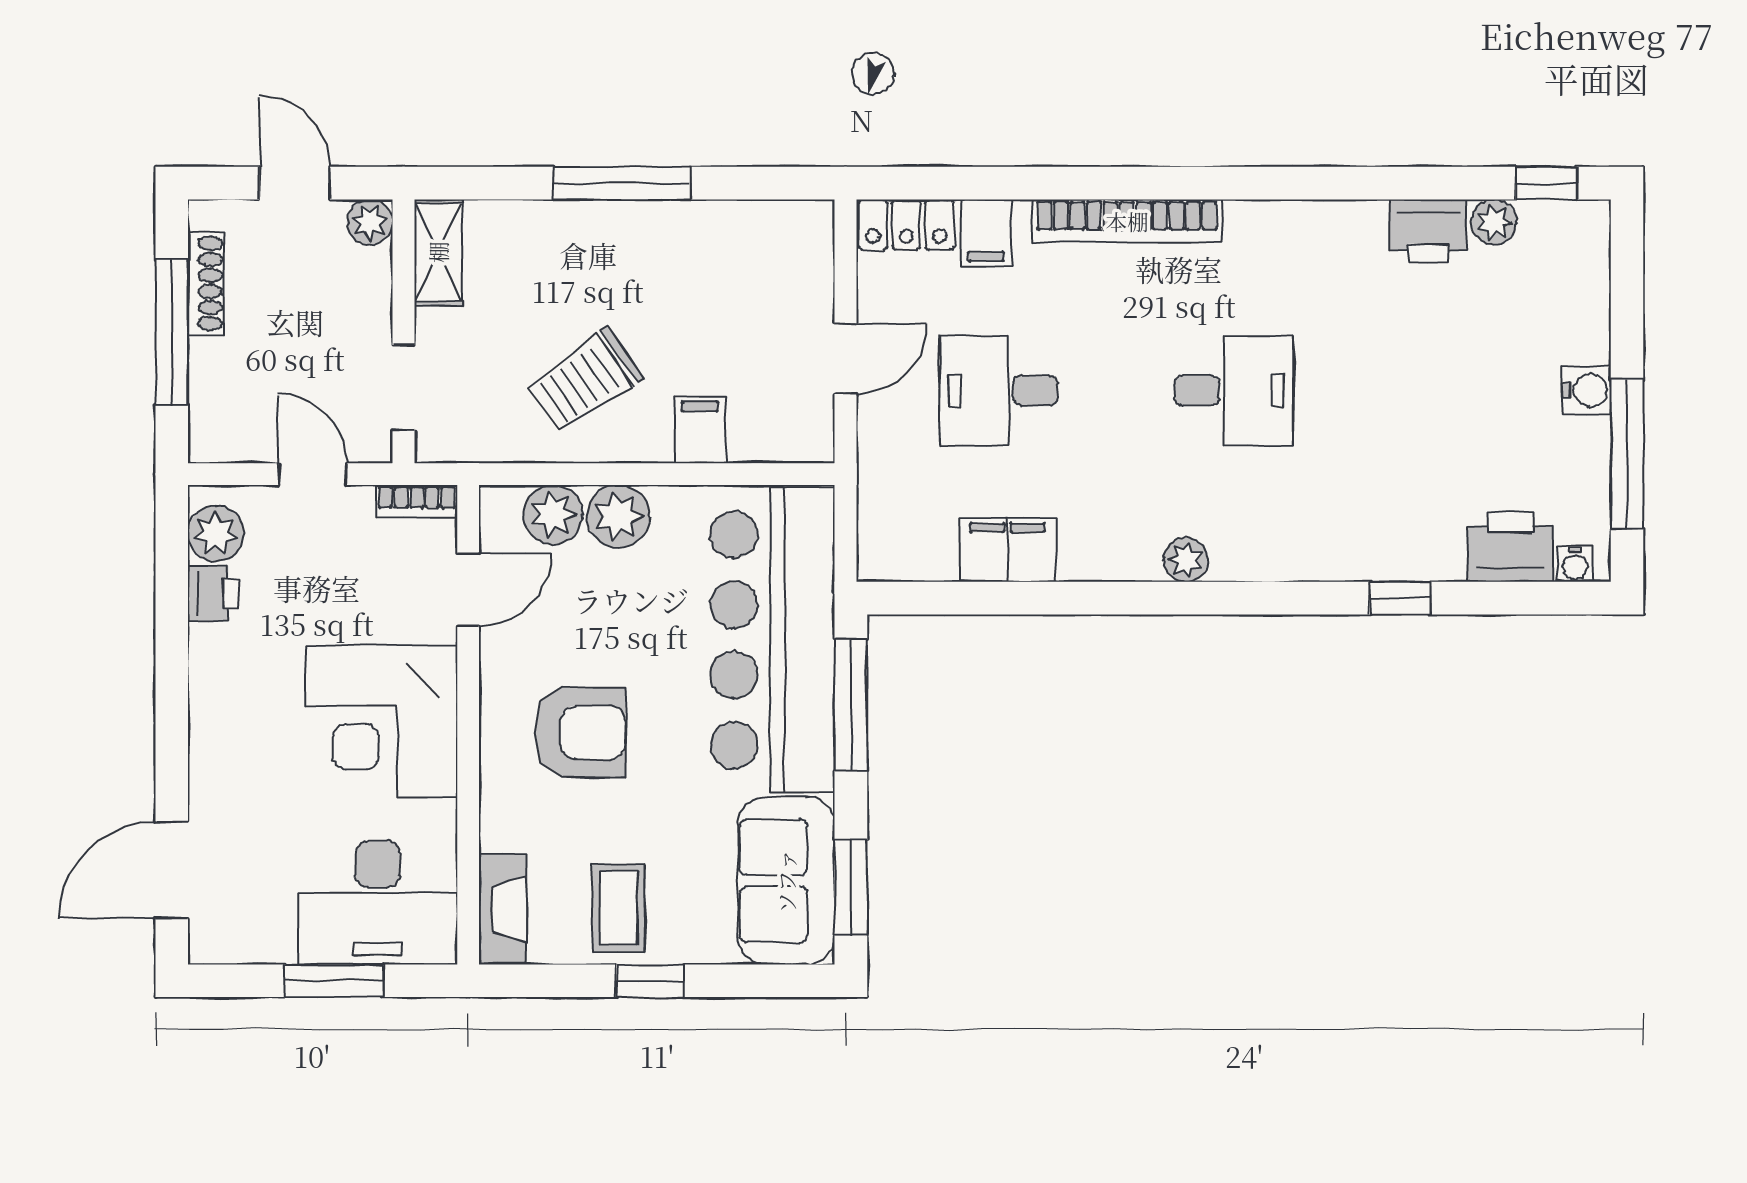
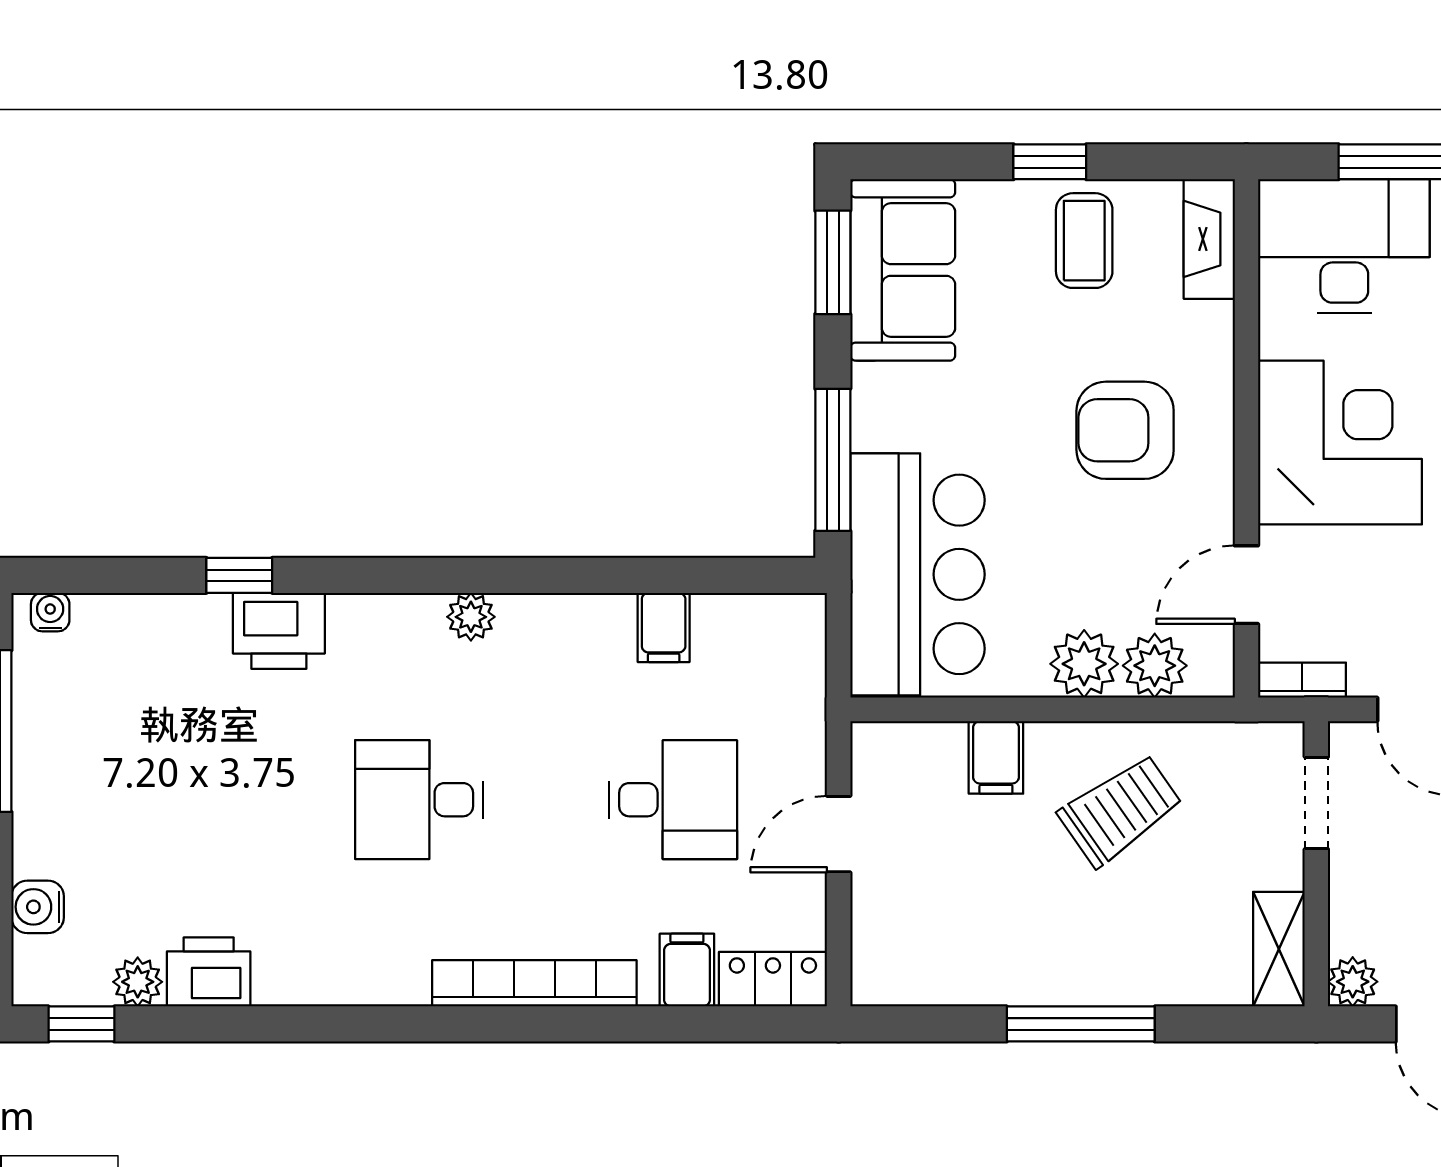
water cooler: (1587, 390) -> (38, 907), moved
printer: (1510, 547) -> (279, 631), moved
filing cabinet: (1007, 550) -> (664, 627), width x0.50
bar counter: (773, 640) -> (917, 574), width x0.73

